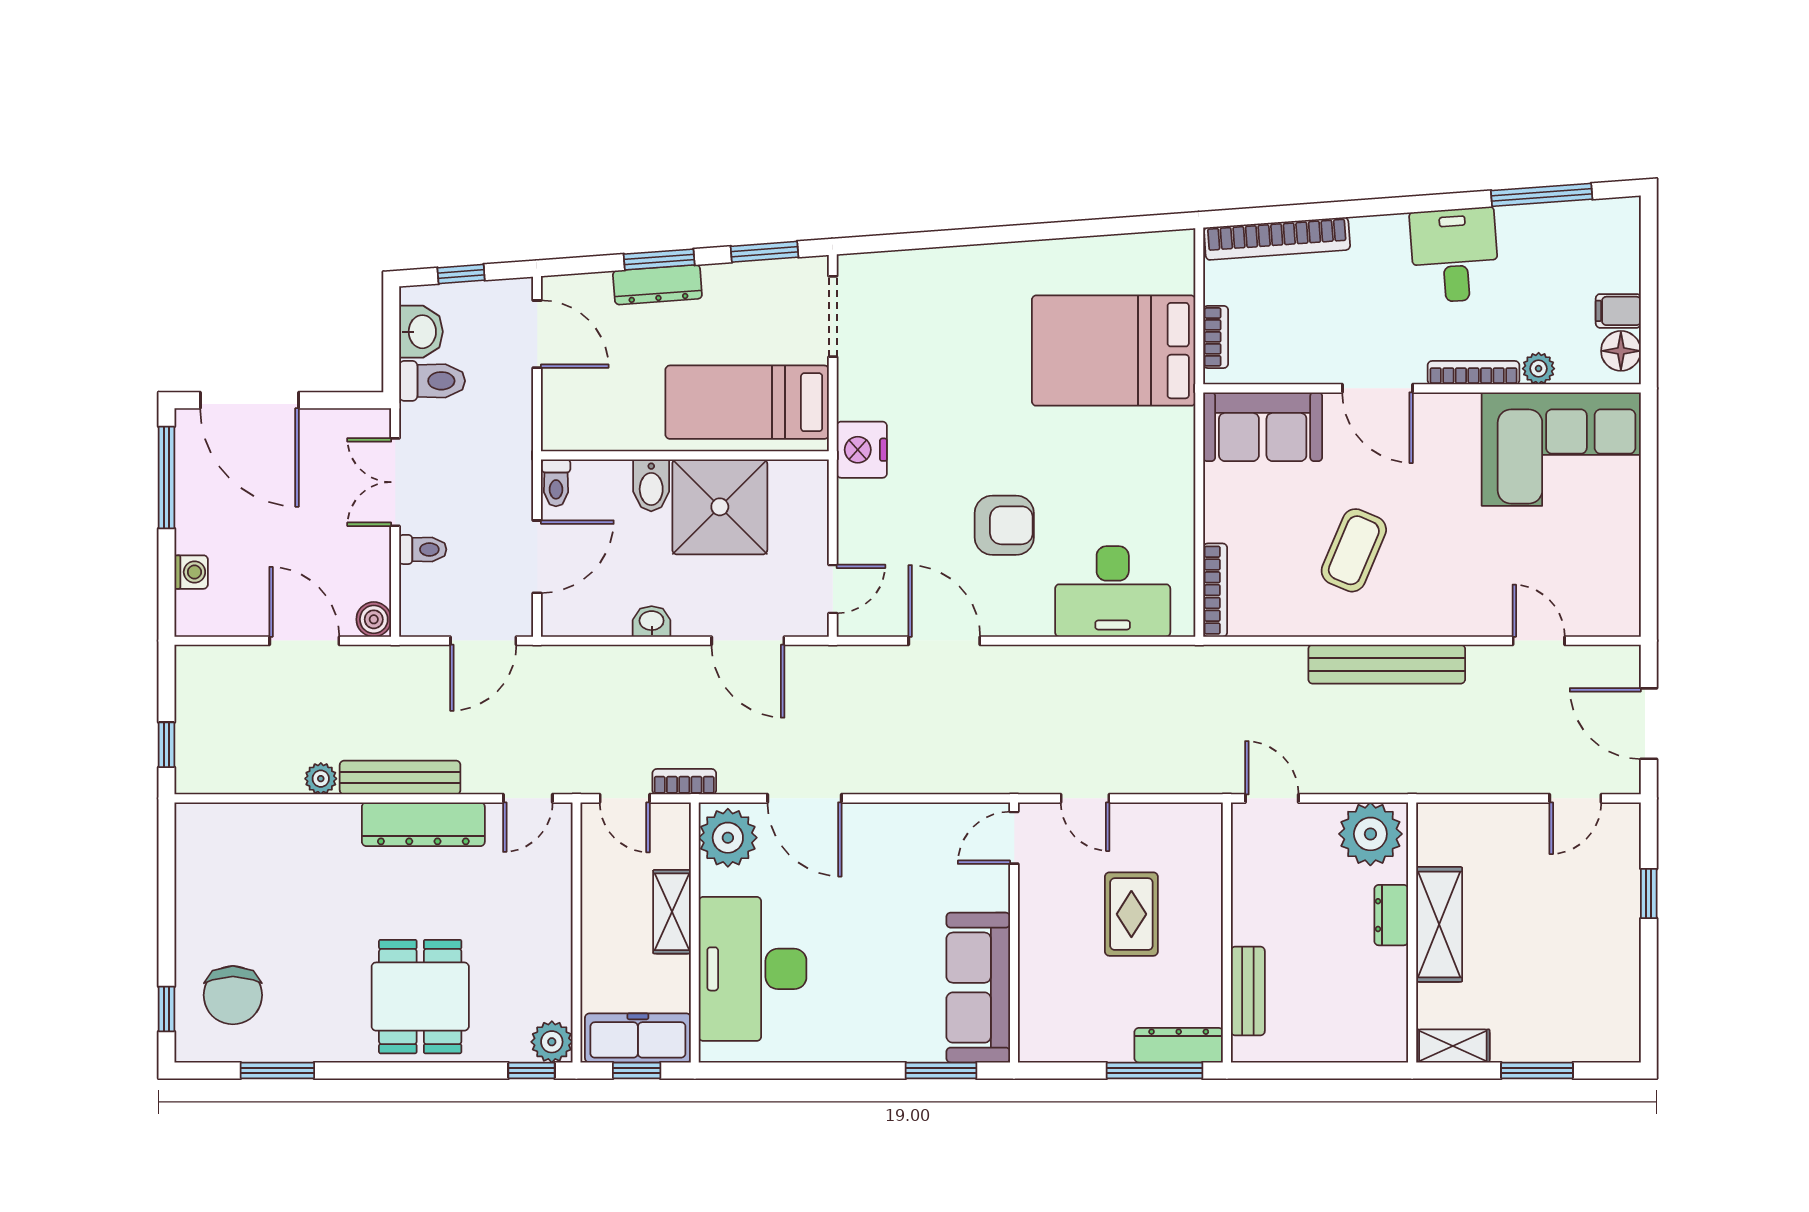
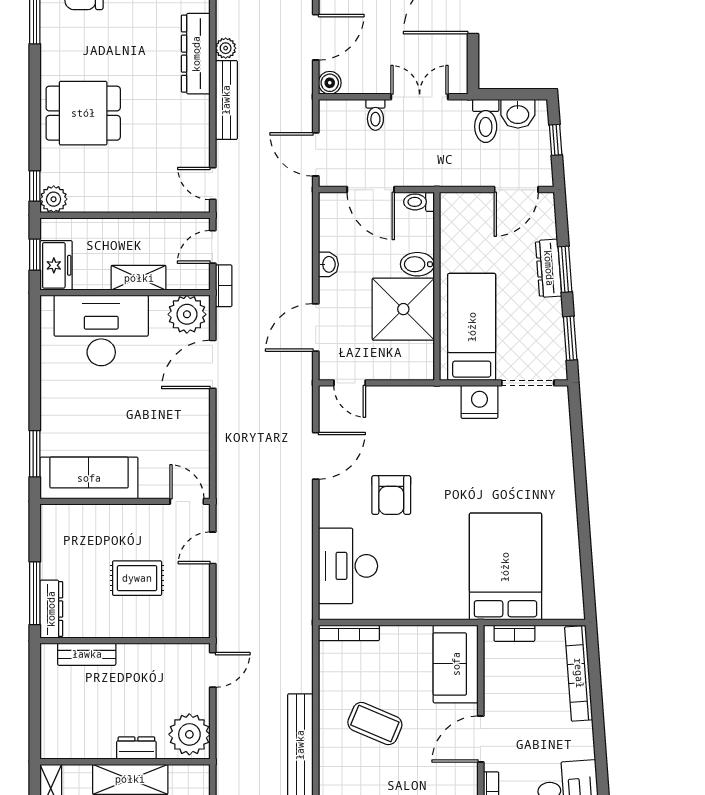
nightstand: (862, 450) -> (479, 402), moved
dresser: (423, 824) -> (196, 54), moved
freezer: (638, 1038) -> (56, 265), width x0.71

